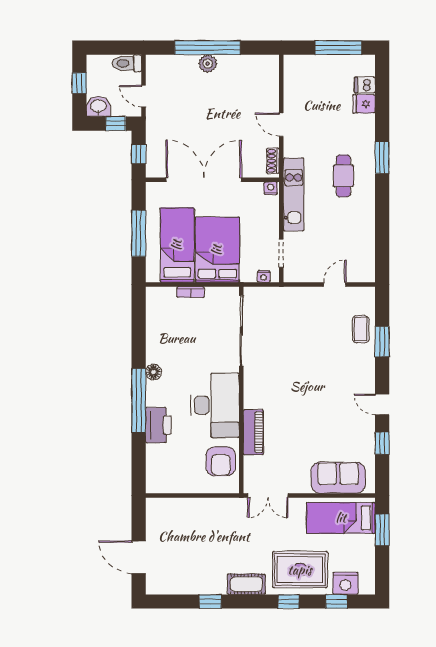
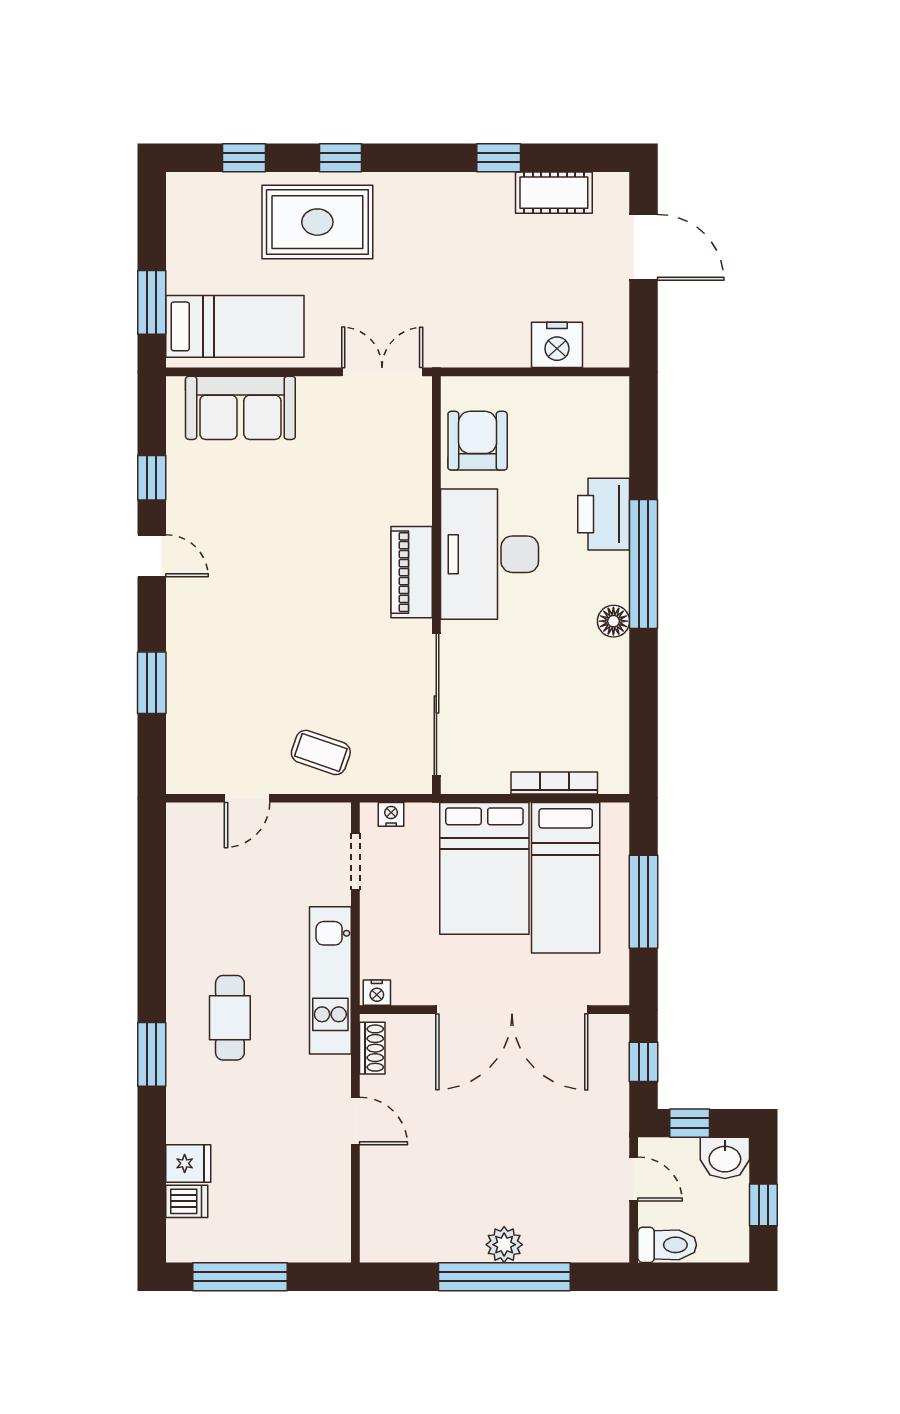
bookcase: (191, 292) -> (554, 783), width x1.56
coffee table: (361, 329) -> (321, 752), moved, turned -71
piano: (253, 432) -> (412, 572), moved
nightstand: (345, 583) -> (557, 345), moved, turned 180
cot: (246, 584) -> (554, 193), moved

